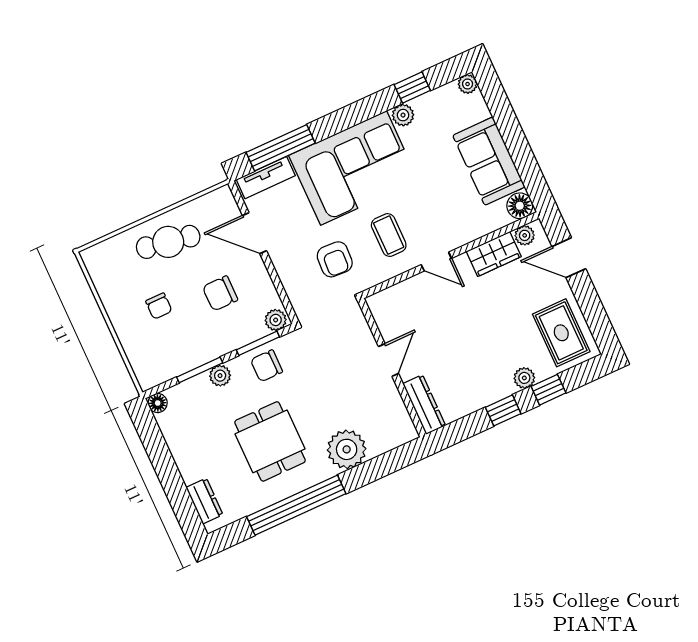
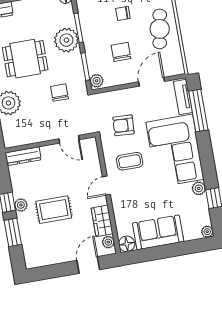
rug: (561, 333) -> (54, 210), moved
door: (388, 360) -> (69, 139), moved
chair: (266, 366) -> (59, 93), moved
plant: (220, 376) -> (66, 40), width x1.87, depth x1.87
plant: (524, 378) -> (21, 205), moved
window: (548, 390) -> (13, 232), width x1.50

